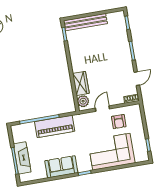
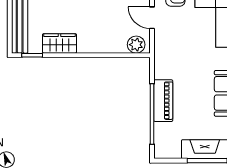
wardrobe: (81, 83) -> (59, 43), moved
piano: (55, 126) -> (163, 101), width x0.73, depth x0.75

